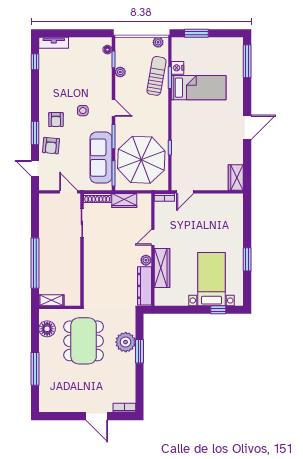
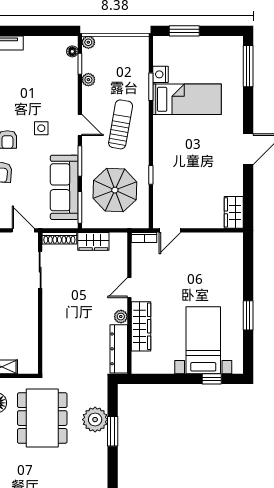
plant: (158, 42) -> (88, 42), moved
sun lounger: (156, 76) -> (121, 124), moved
parasol: (141, 160) -> (115, 190), width x0.73, depth x0.73

